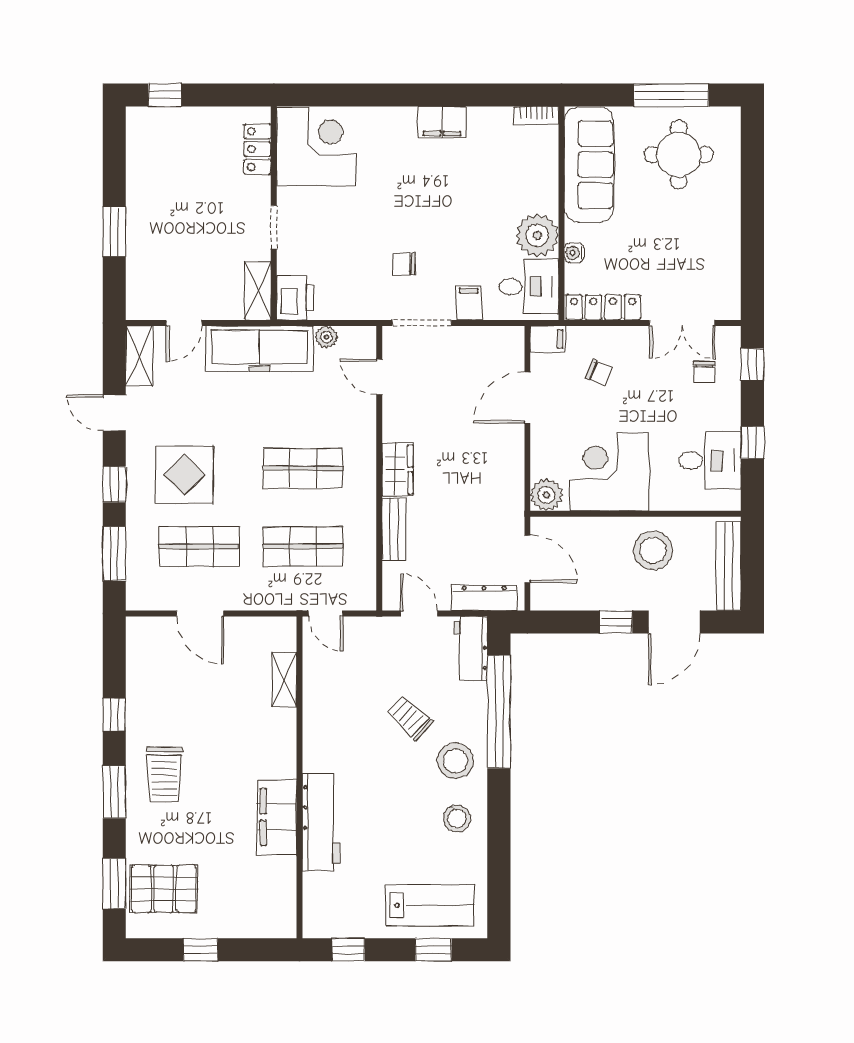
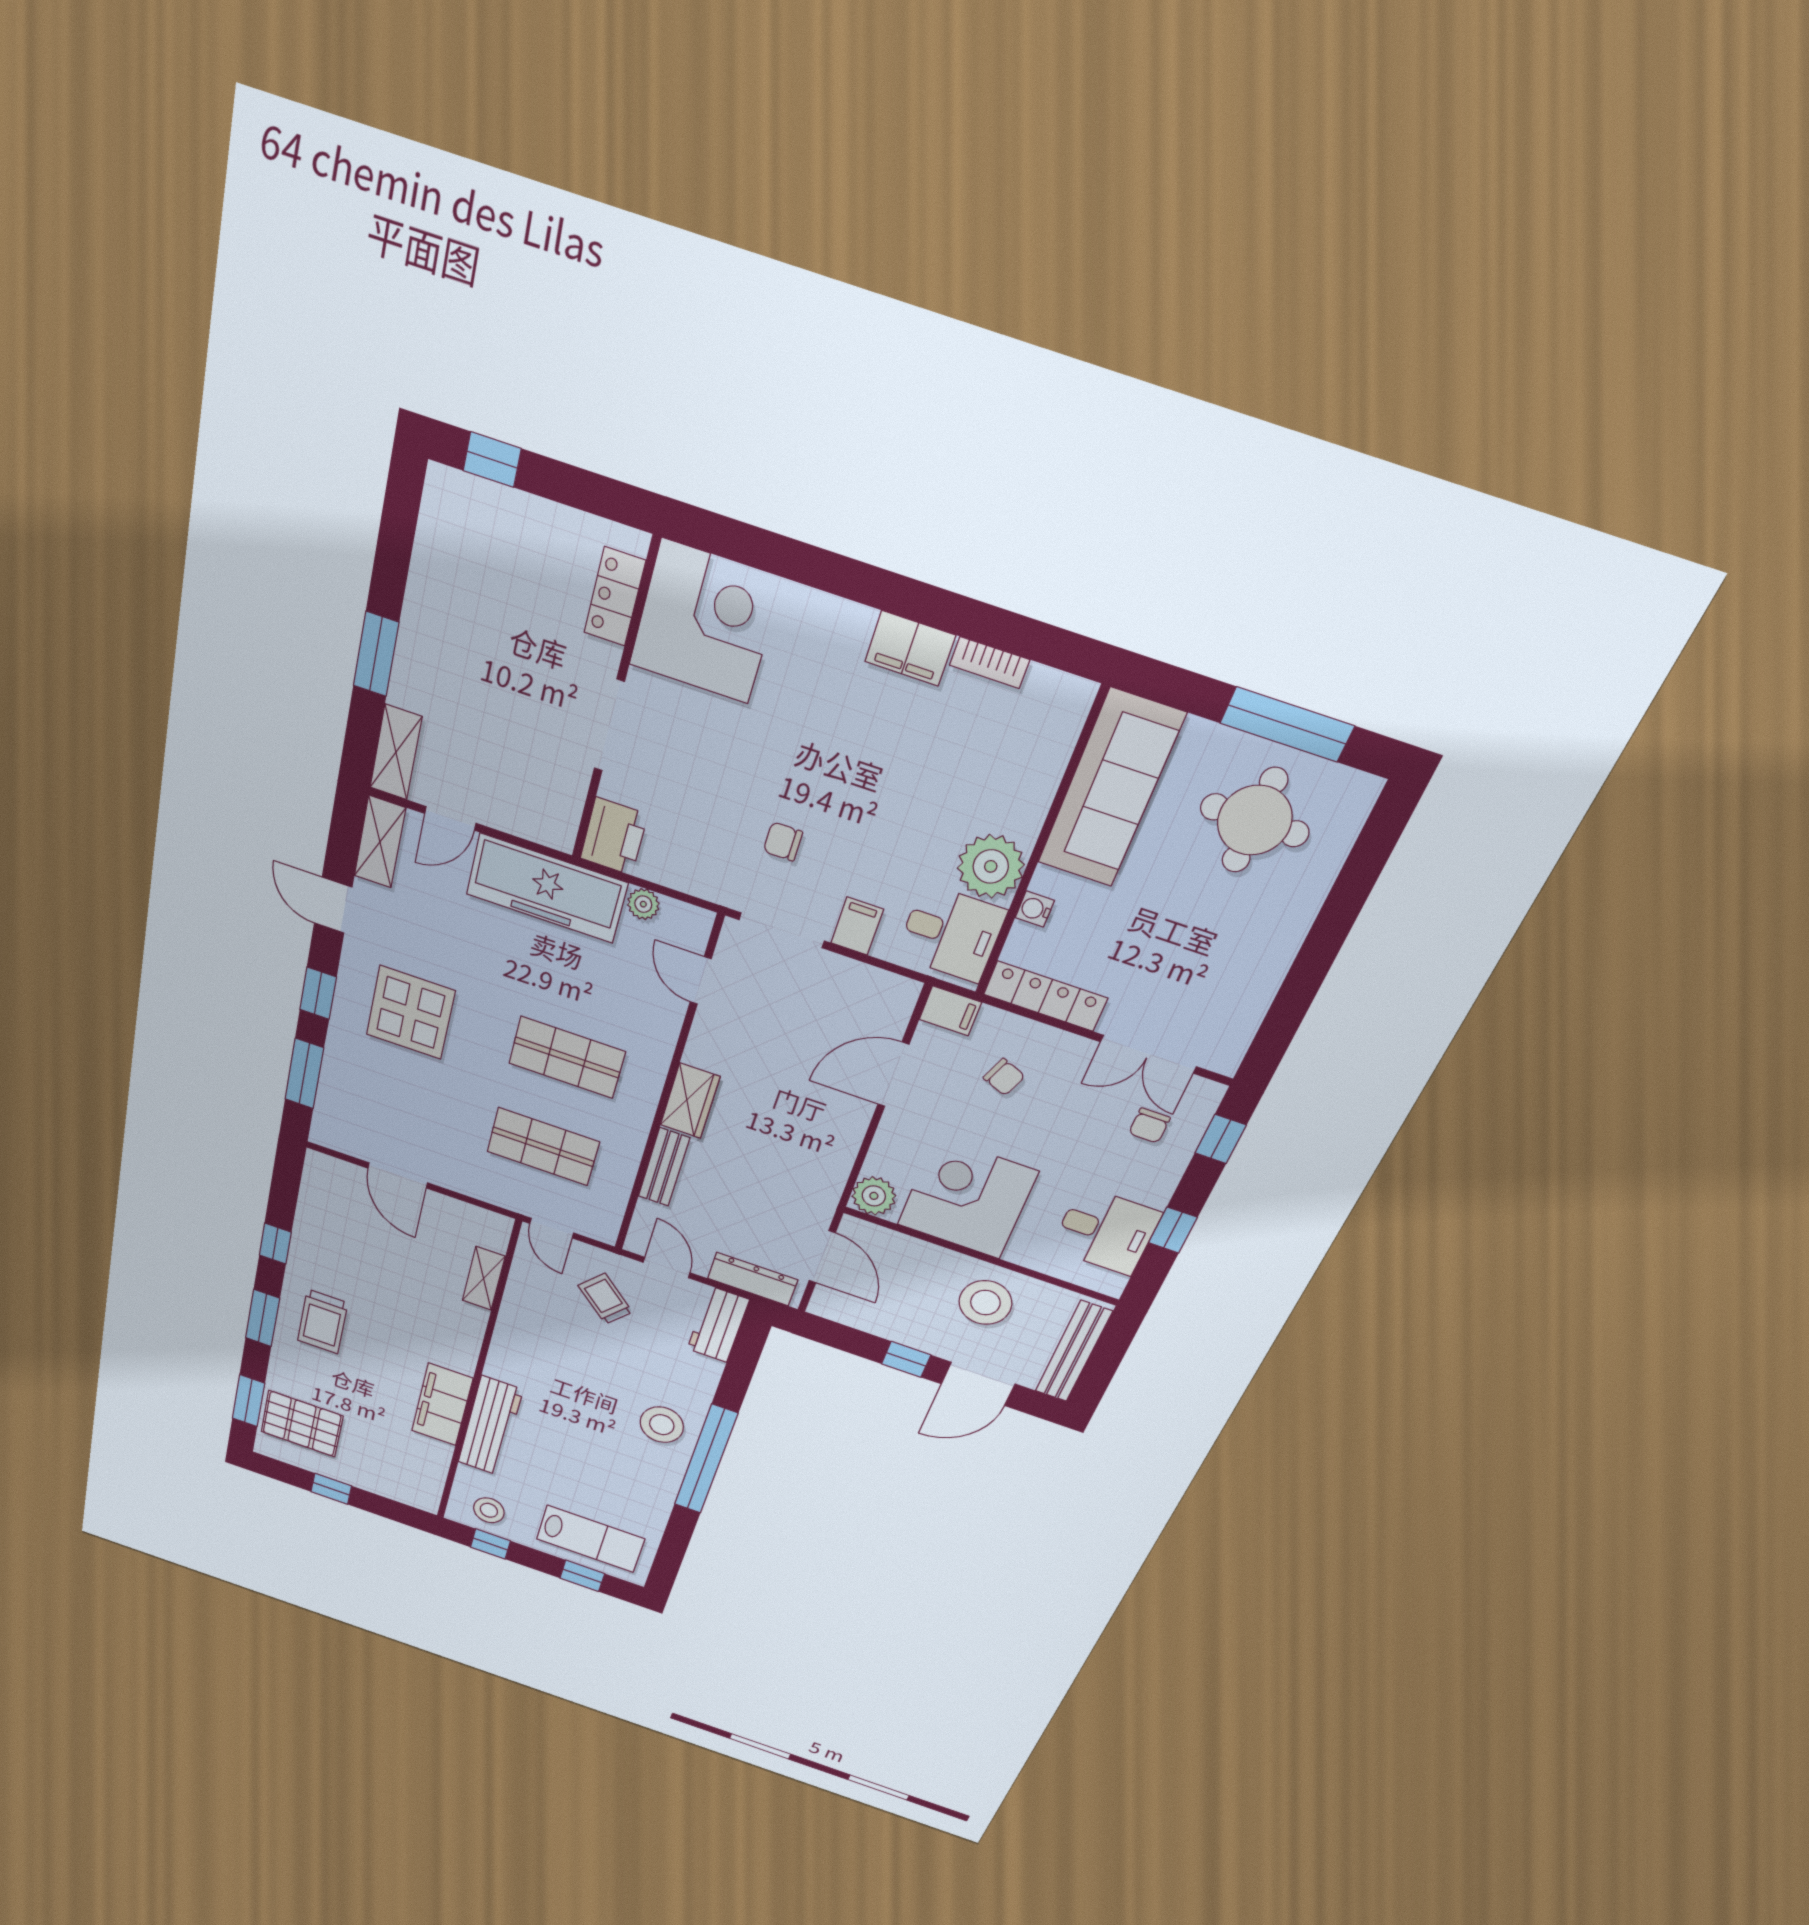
bookcase: (536, 115) -> (990, 663), moved
doorway: (274, 227) -> (609, 725), width x1.38
shelving: (258, 291) -> (396, 752), moved
shop shelf: (199, 546) -> (412, 1102), removed
window: (499, 712) -> (706, 1459), moved
trolley: (410, 718) -> (605, 1299), moved
stool: (457, 819) -> (489, 1510), moved

